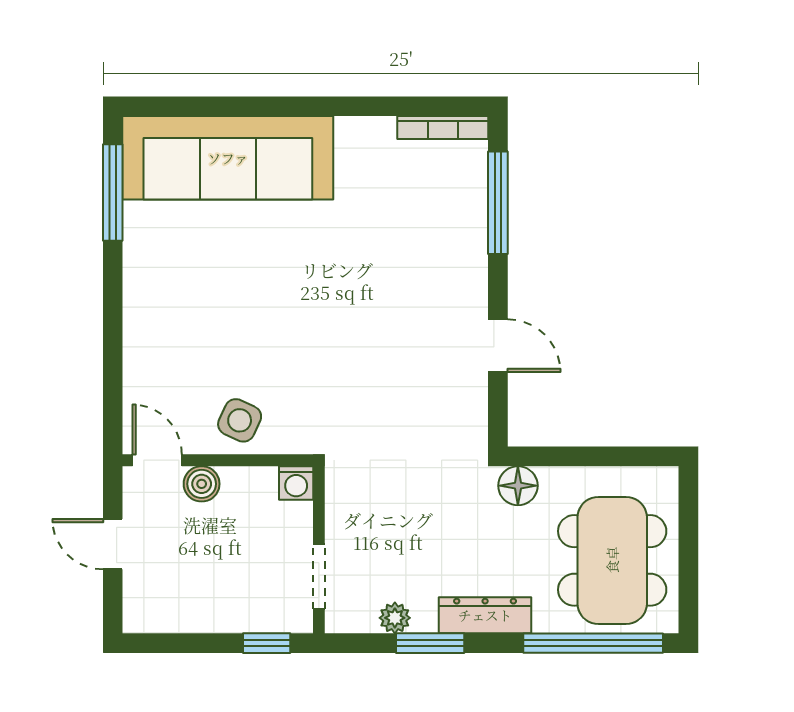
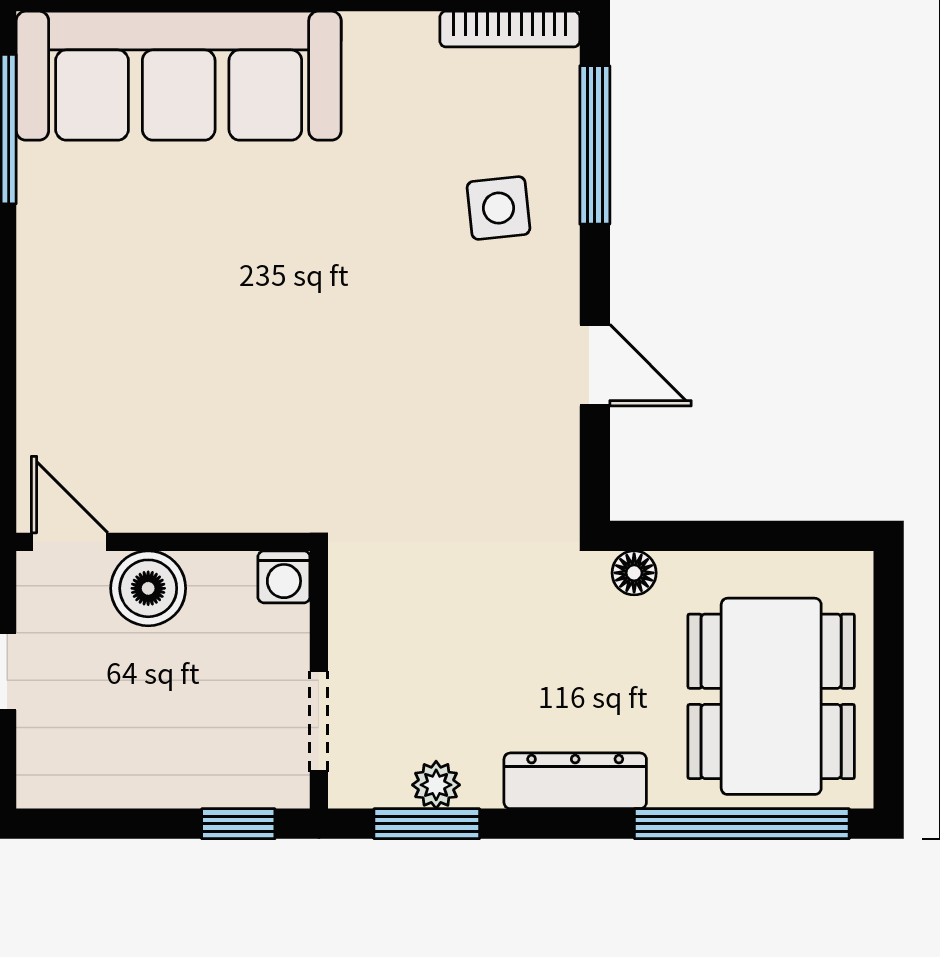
side table: (240, 420) -> (498, 208), moved, turned -31
boiler: (202, 484) -> (148, 588), width x1.36, depth x1.36
floor lamp: (518, 486) -> (634, 573), width x0.73, depth x0.73
window: (430, 643) -> (427, 824), moved

